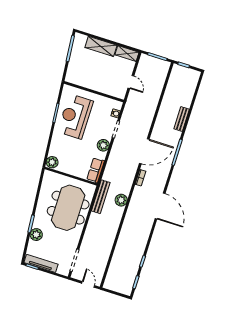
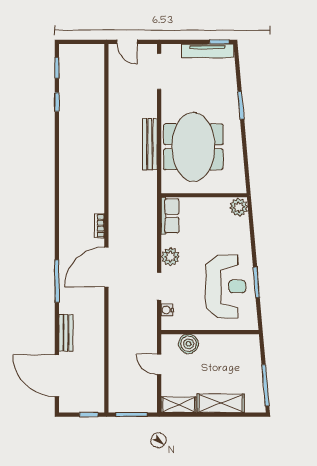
boiler: (109, 89) -> (189, 344), added
bench: (101, 197) -> (150, 144), moved
plant: (121, 200) -> (118, 183), removed
door: (160, 206) -> (57, 376), moved
plant: (36, 235) -> (228, 92), removed

